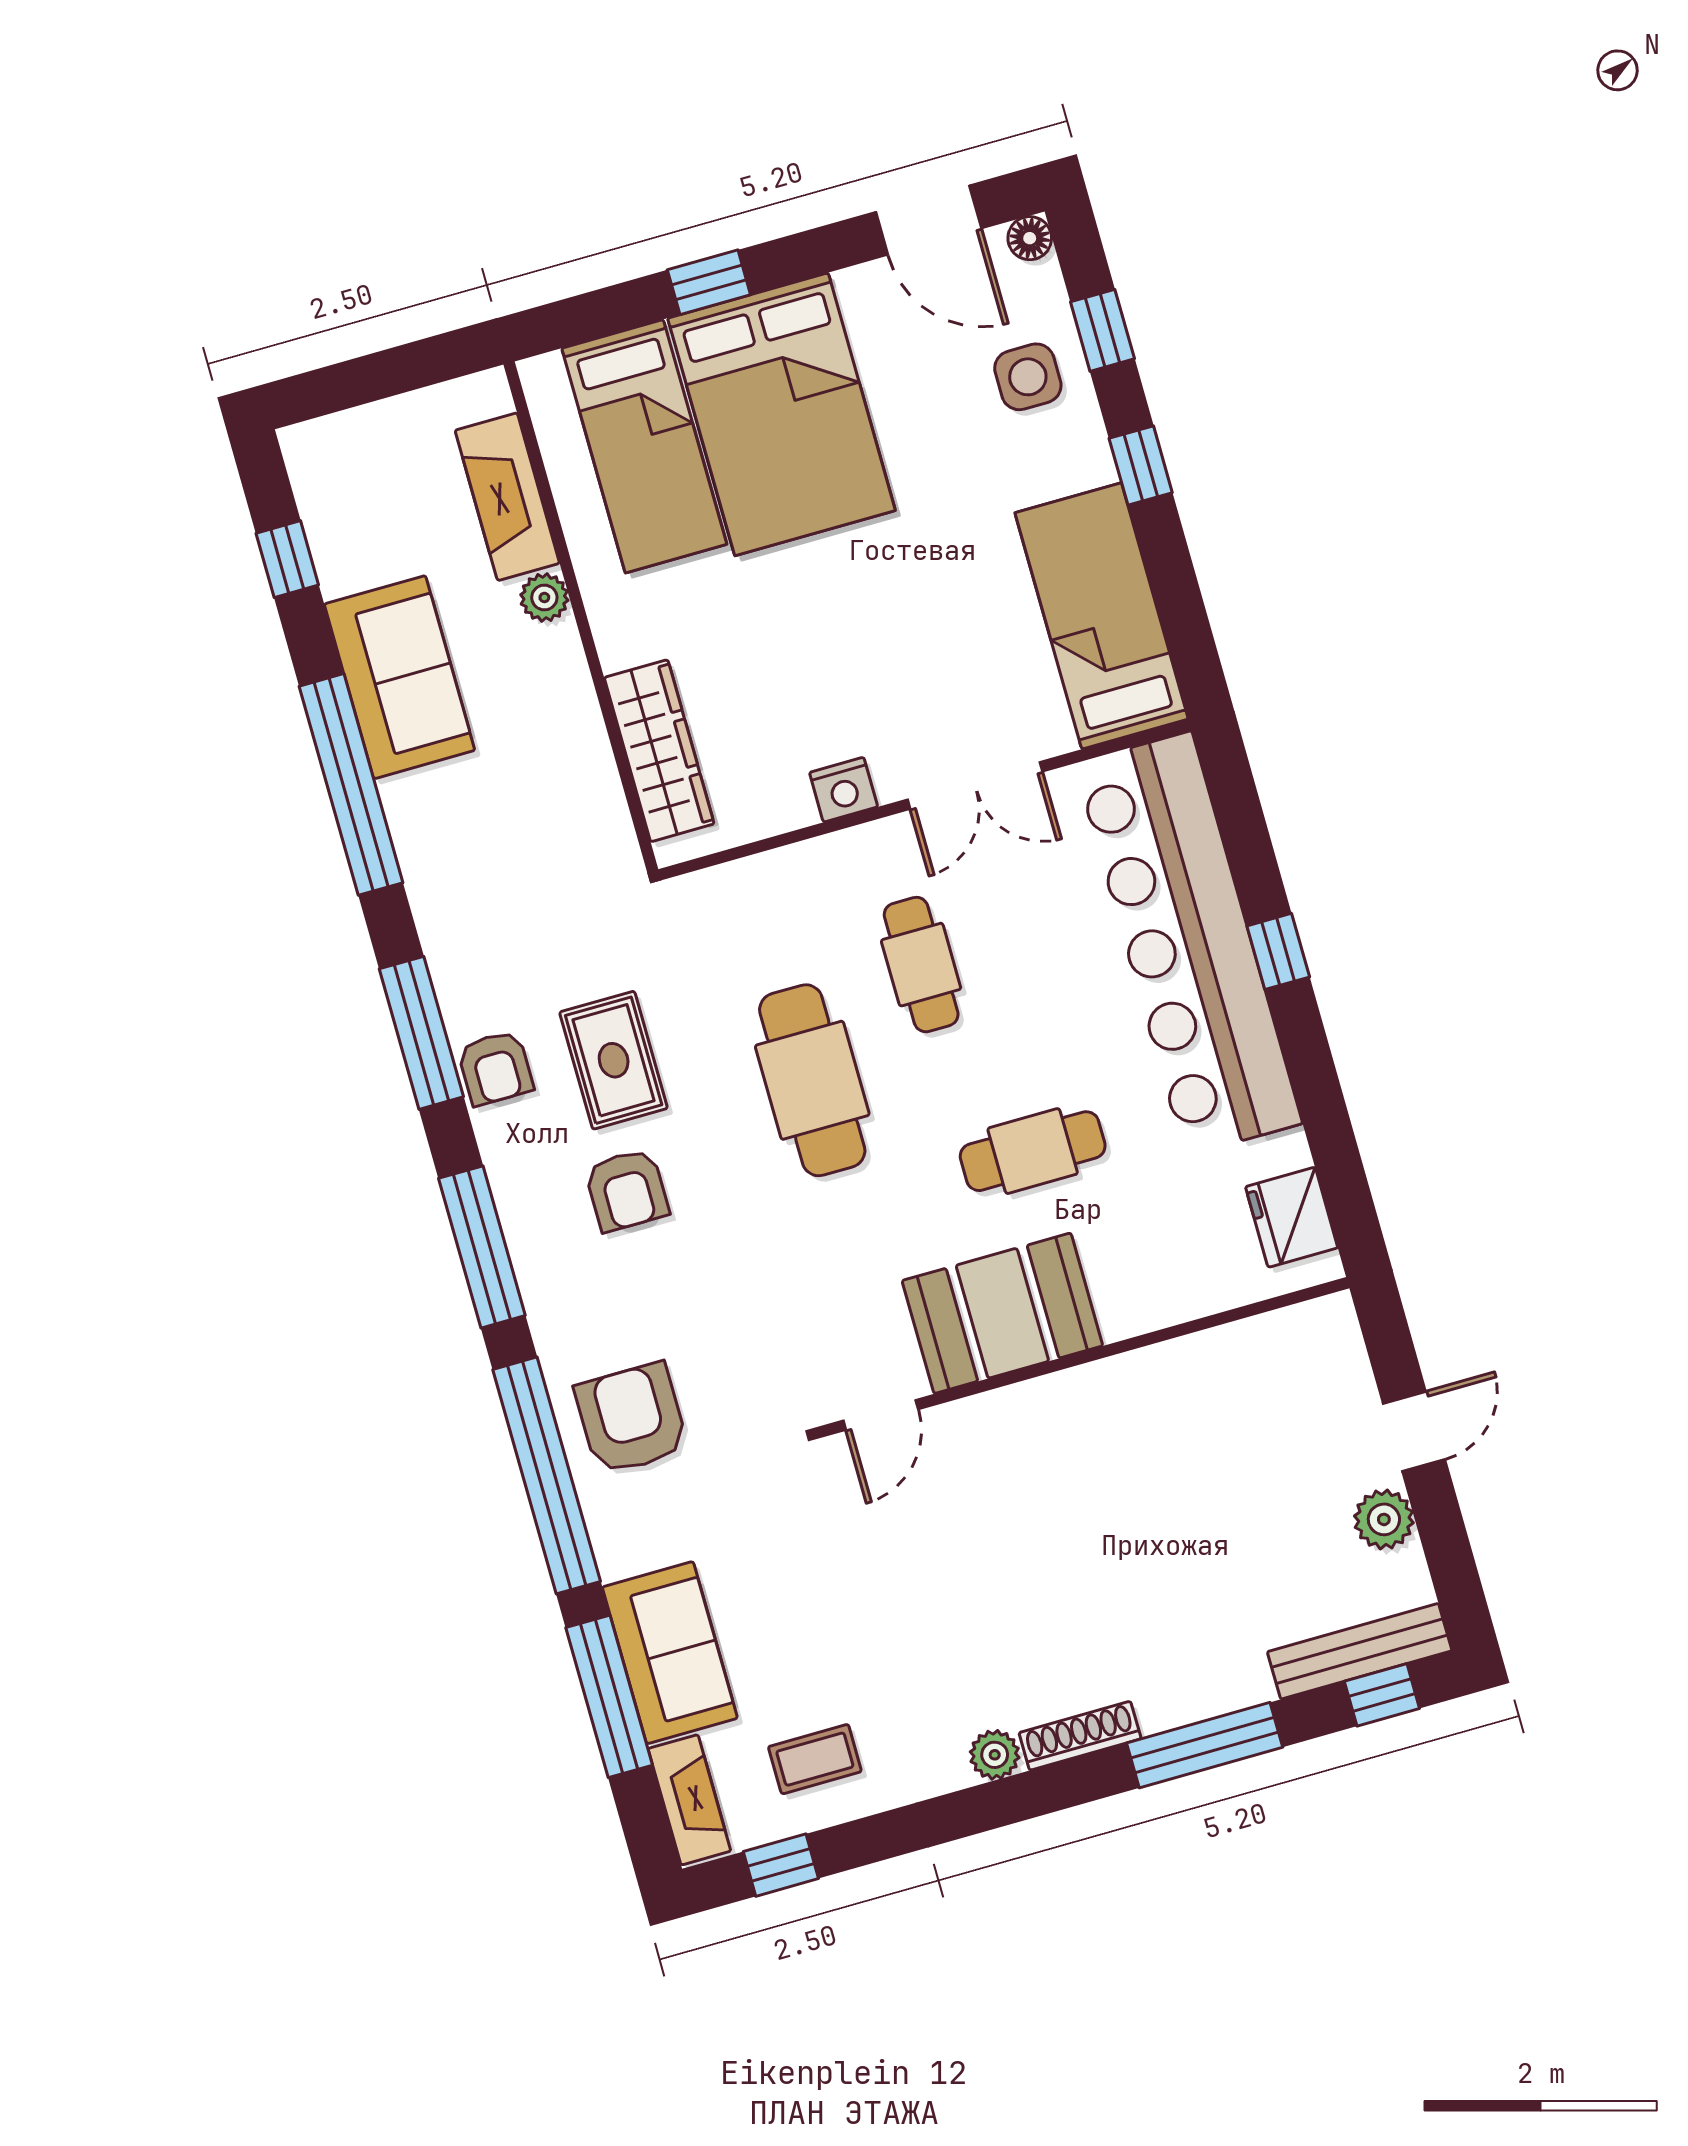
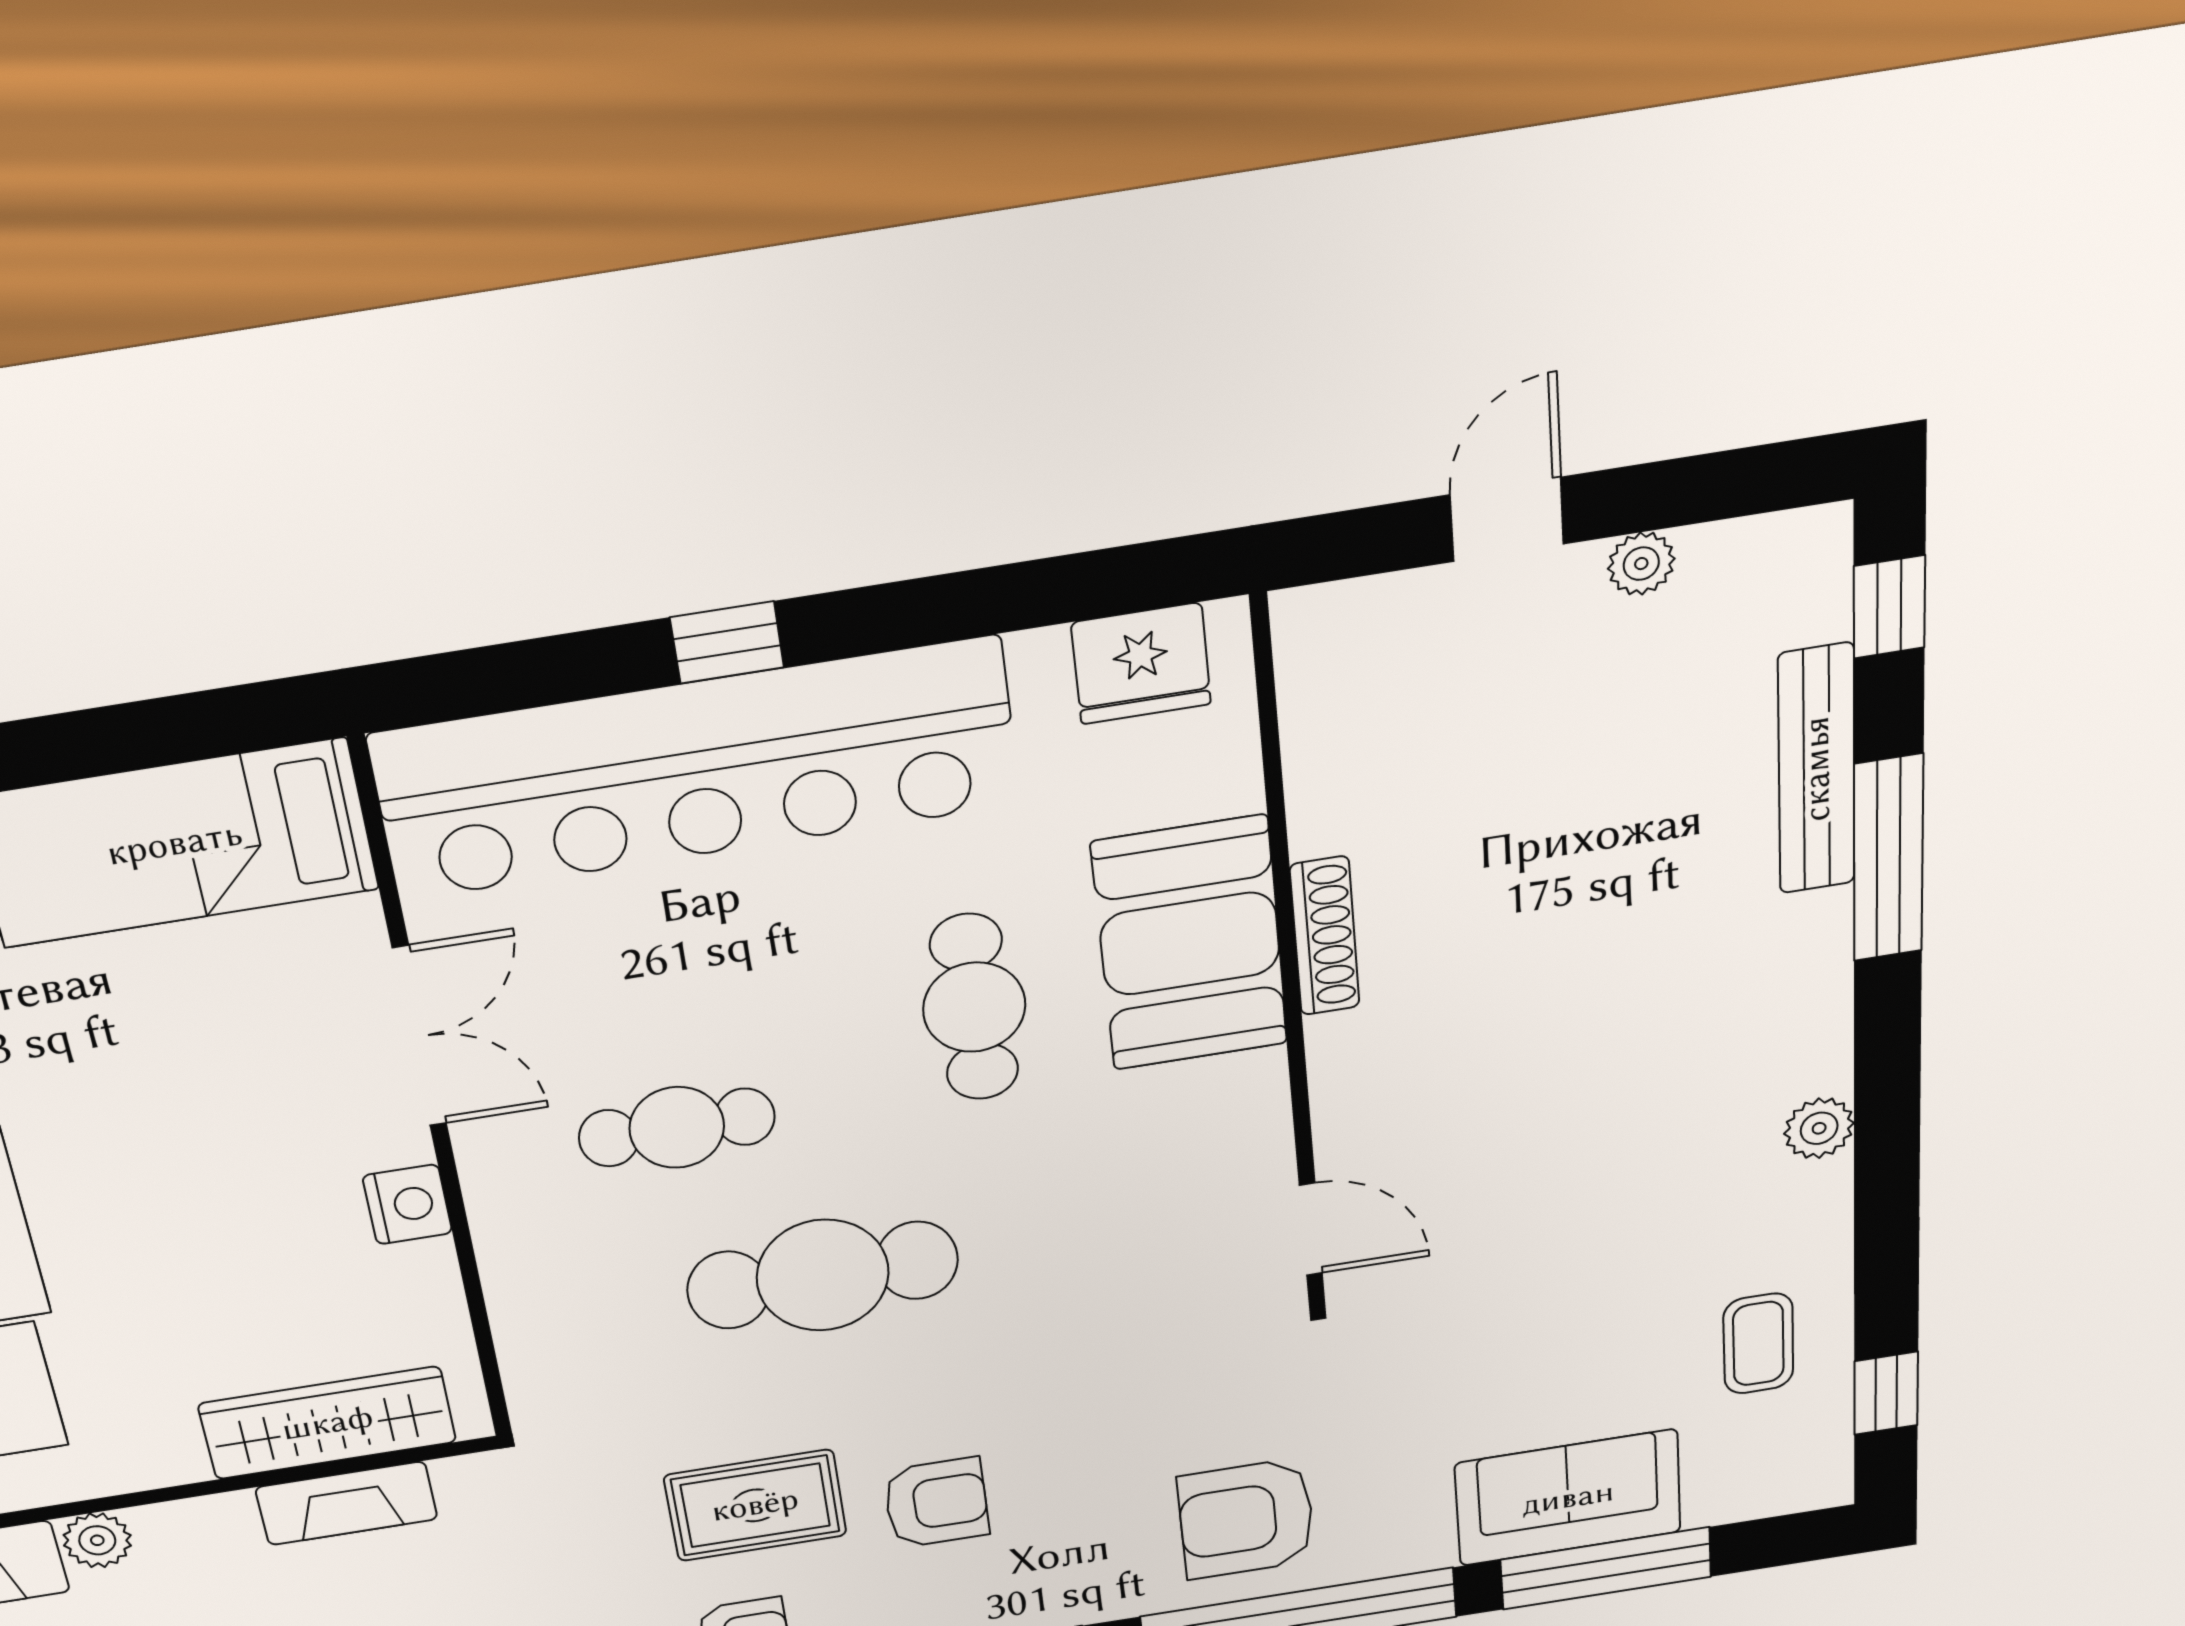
booth: (1002, 1313) -> (1190, 944), moved
door: (1414, 1431) -> (1507, 519), hinge flipped
plant: (1384, 1519) -> (1641, 564), width x0.73, depth x0.73
bench: (1360, 1651) -> (1816, 769), moved
shoe rack: (1080, 1736) -> (1325, 936), moved, turned 180
fireplace: (689, 1800) -> (347, 1503), moved, turned 180

